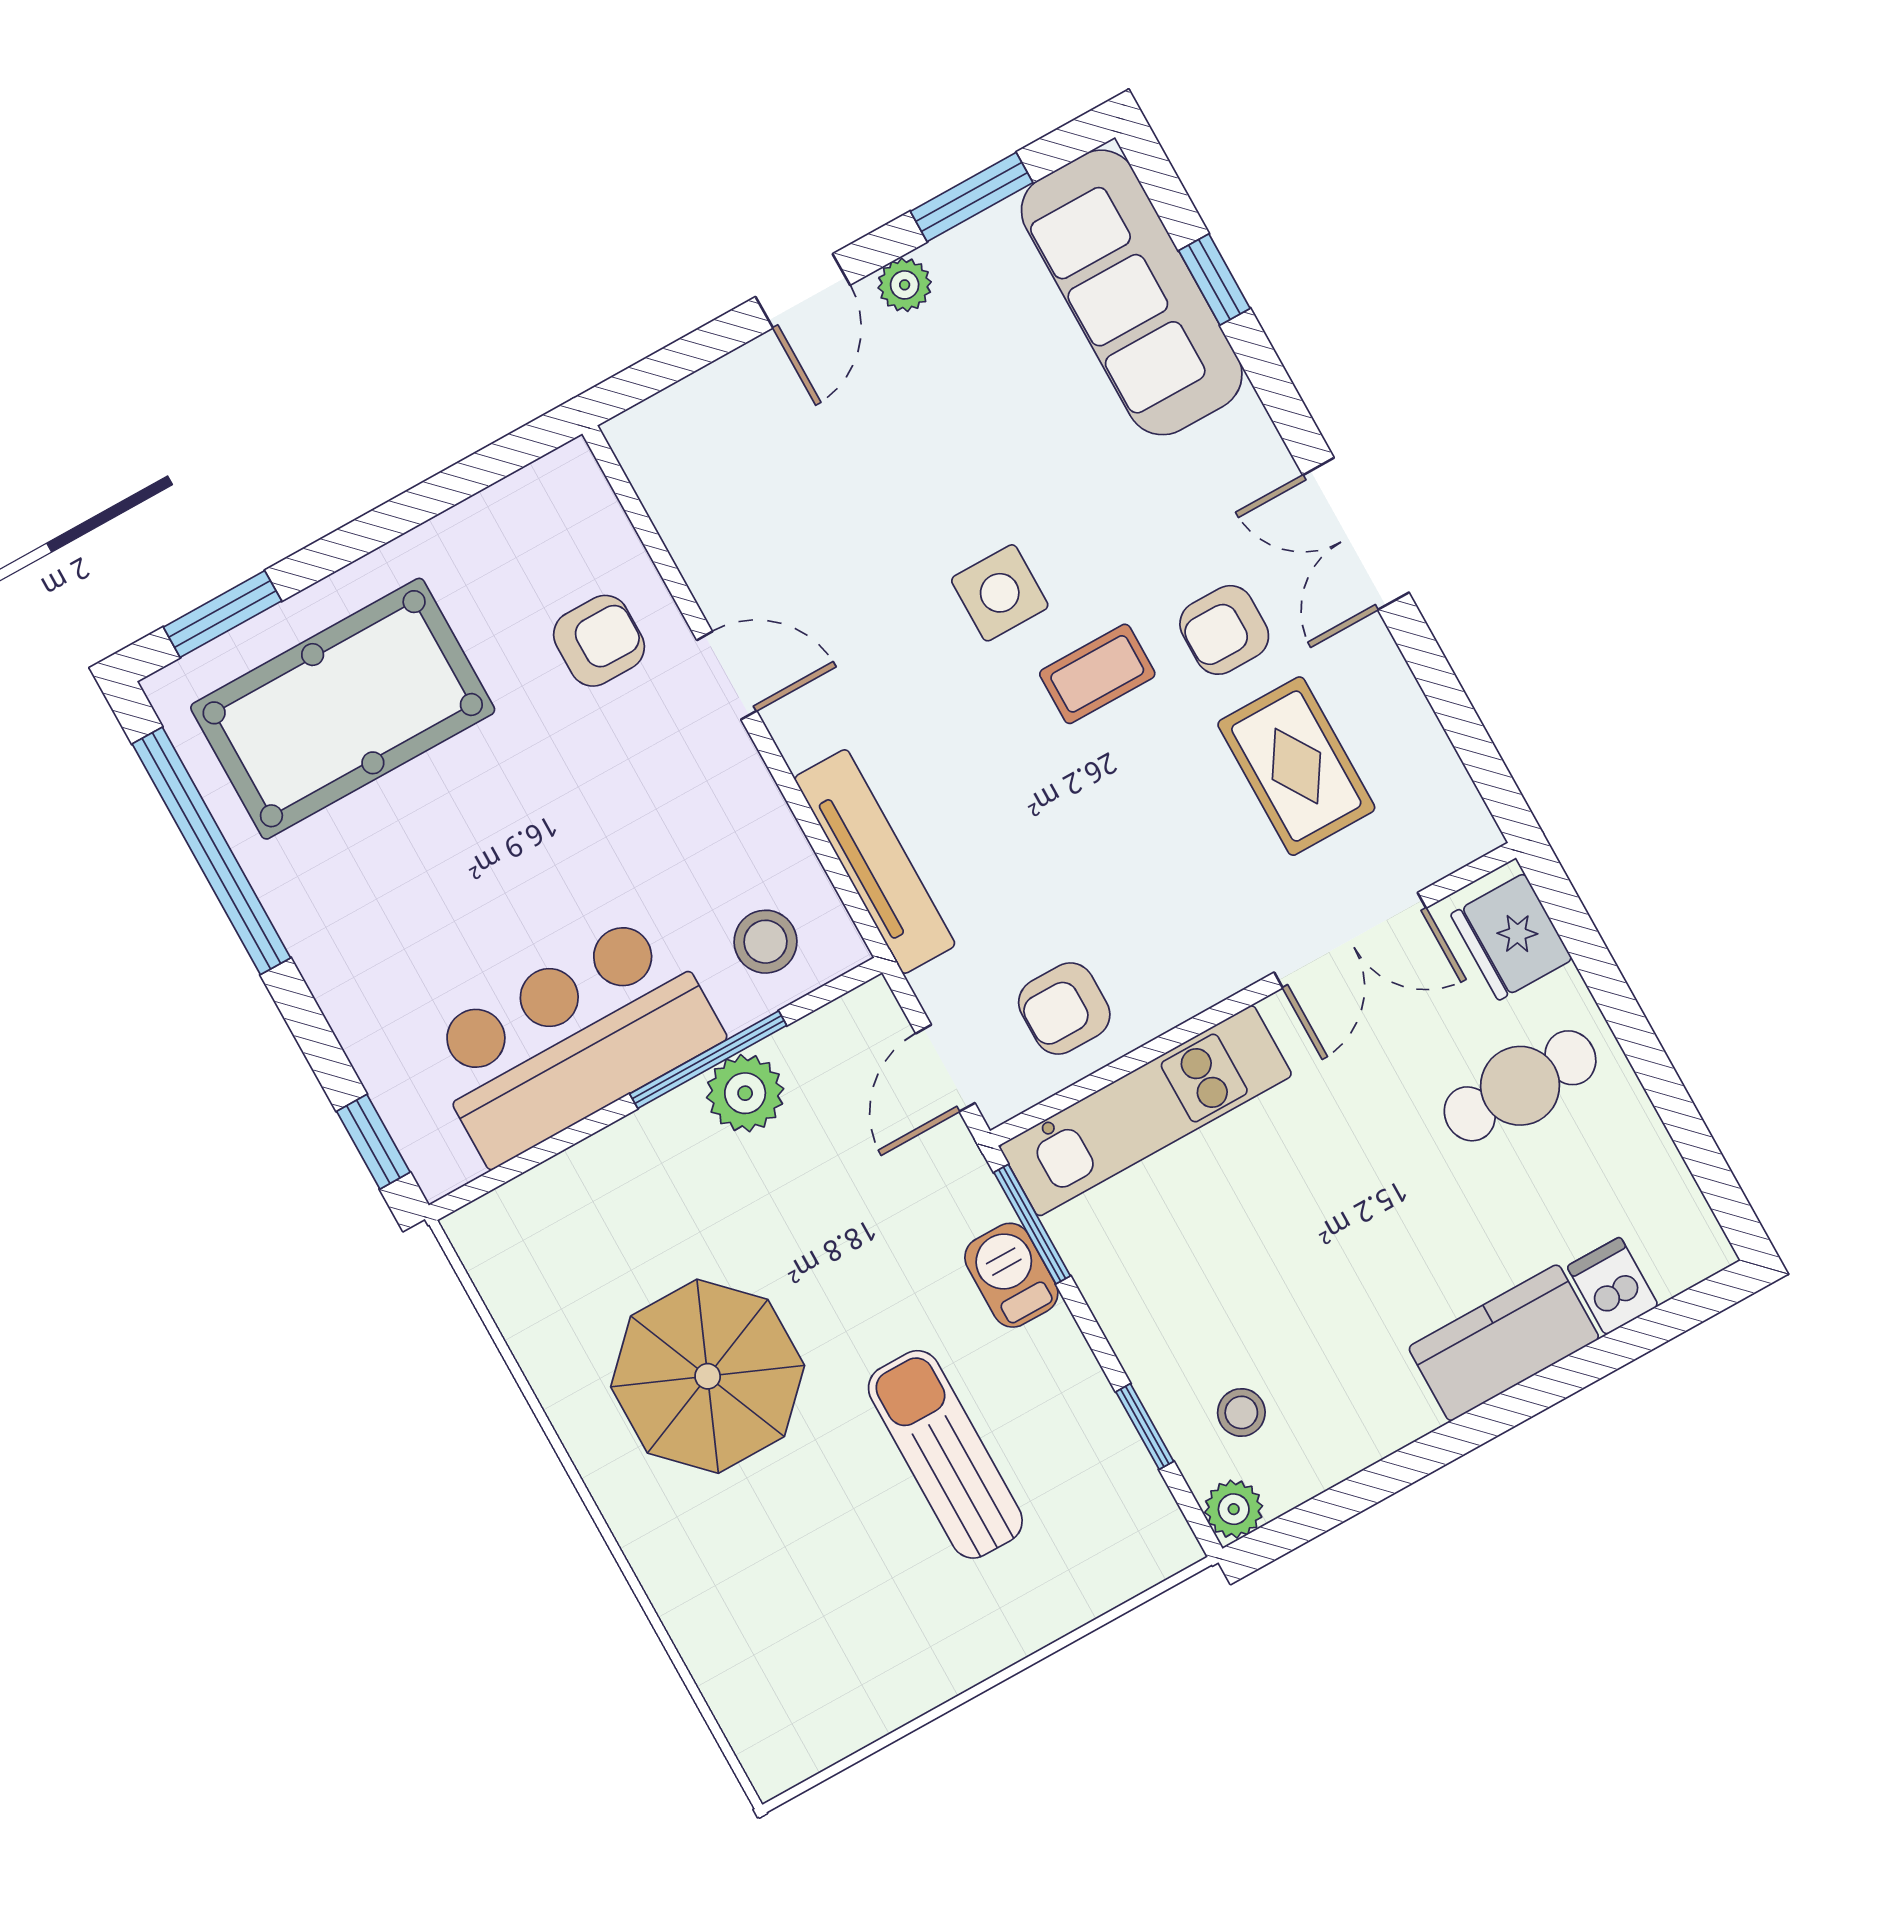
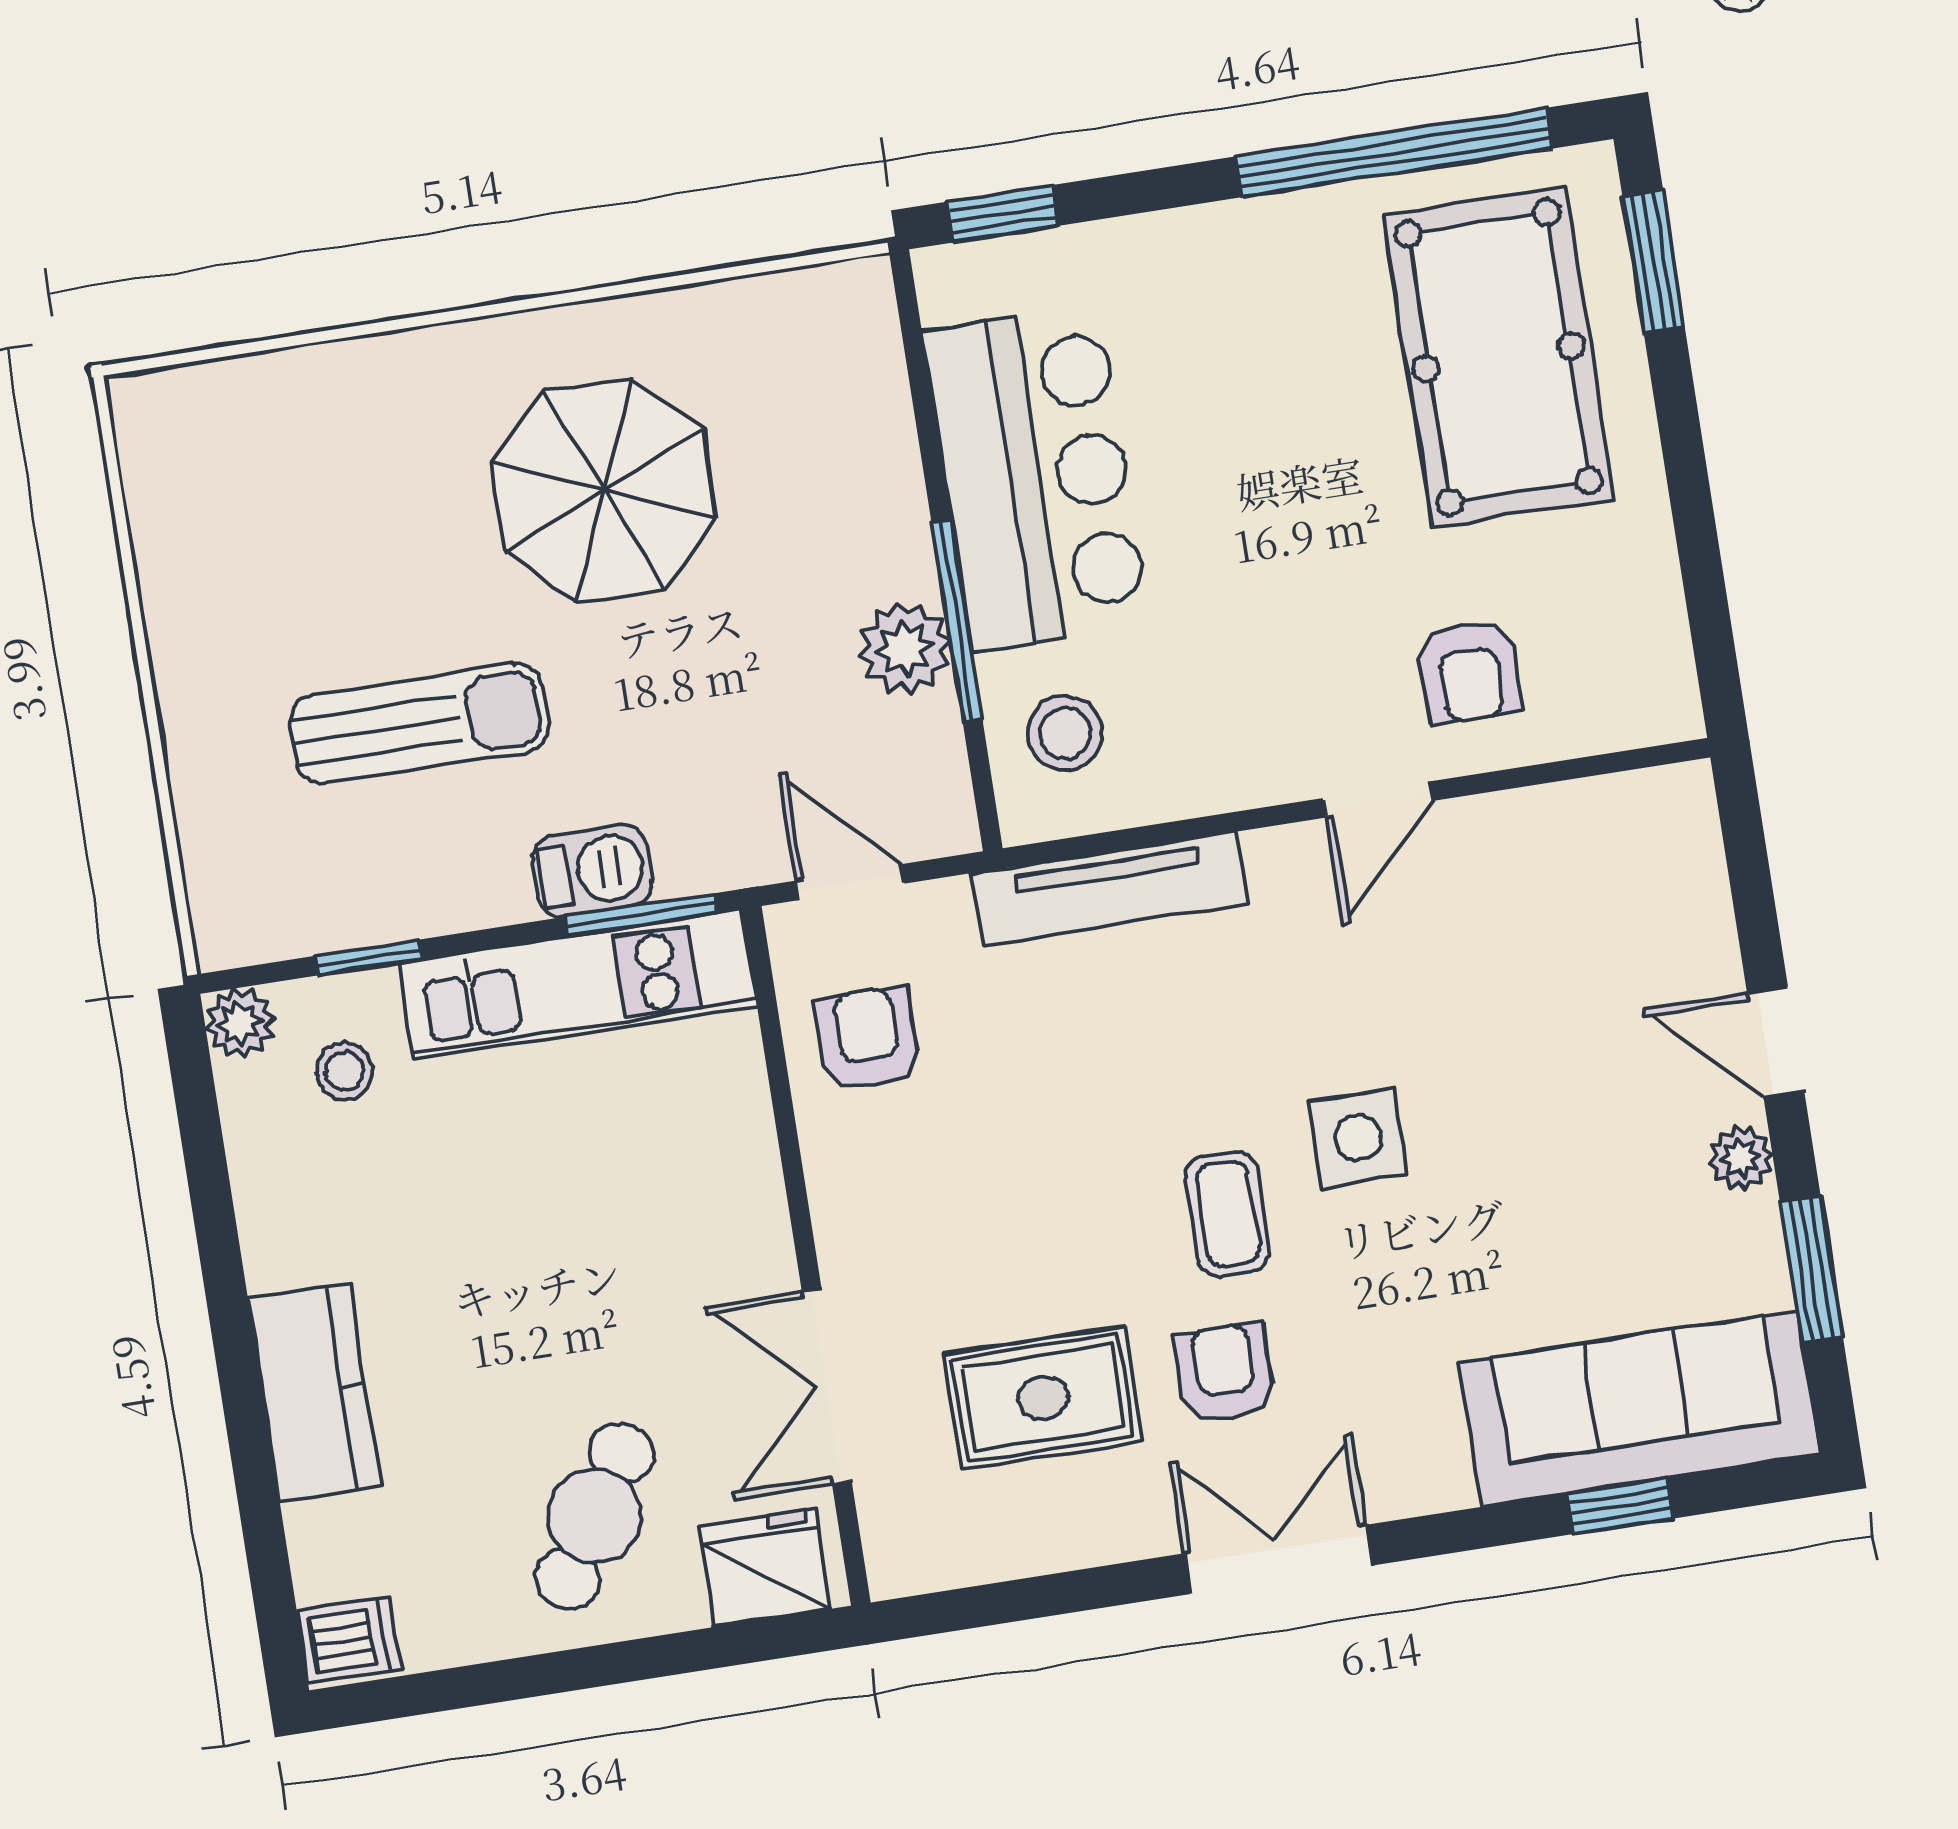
cafe table: (1520, 1086) -> (594, 1516), turned 32
kitchen unit: (1146, 1111) -> (578, 984), moved, turned -90
dishwasher: (1613, 1286) -> (349, 1640), moved

